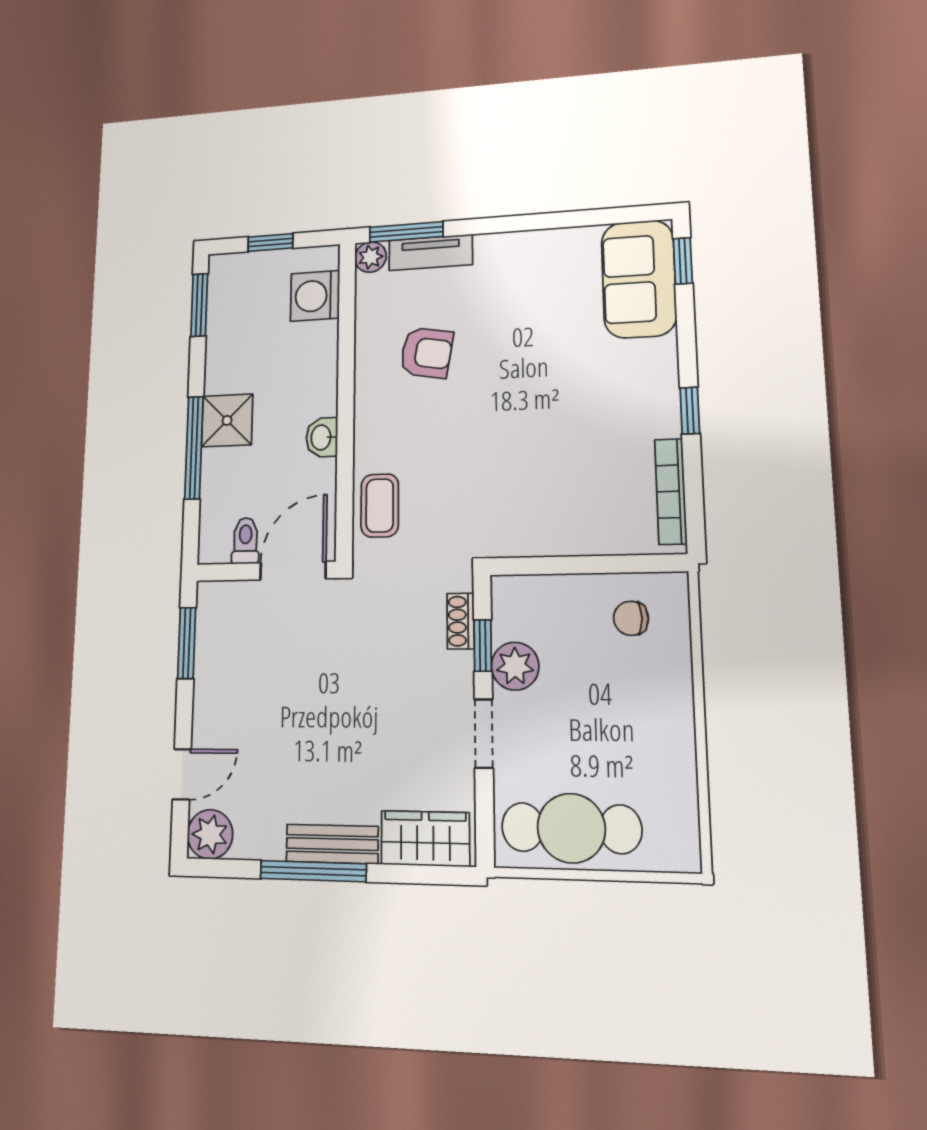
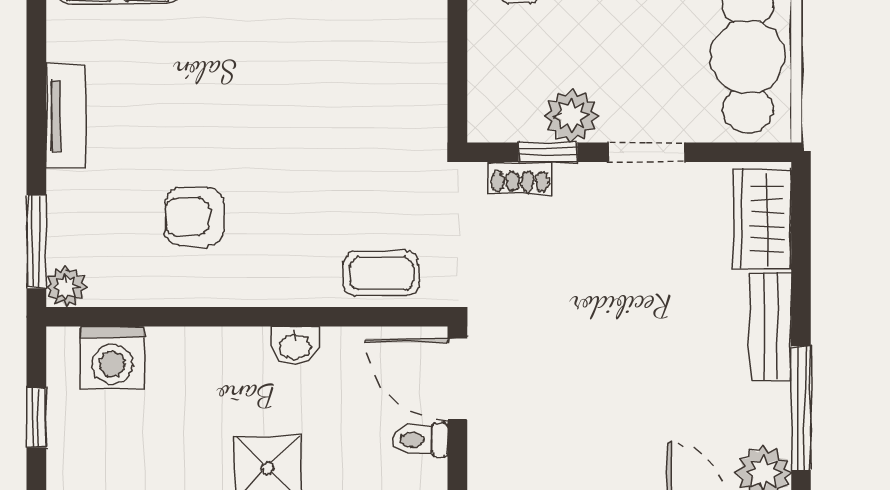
tv unit: (431, 253) -> (66, 116), moved
armchair: (426, 353) -> (195, 217), turned -100
window: (313, 871) -> (801, 408), moved

